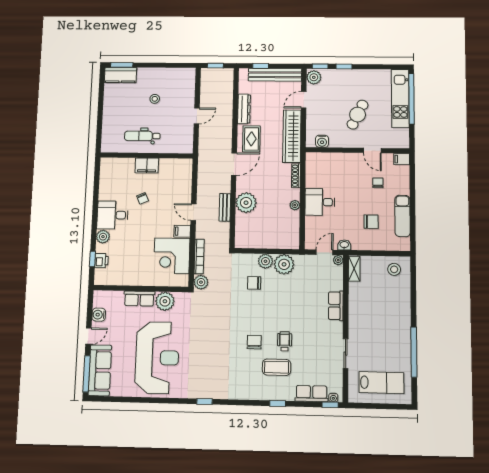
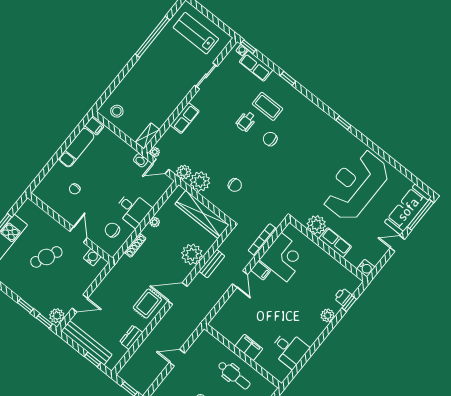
dresser: (244, 109) -> (131, 337), width x0.70
wardrobe: (292, 136) -> (202, 214), moved, turned 90
door: (372, 151) -> (79, 235), moved
filing cabinet: (402, 159) -> (94, 126), moved
chair: (143, 198) -> (272, 322), removed
desk: (113, 215) -> (289, 349), moved
chair: (371, 222) -> (112, 230), moved
plant: (265, 261) -> (184, 172), moved
plant: (201, 282) -> (276, 218), removed
water cooler: (99, 315) -> (366, 268), moved
chair: (254, 342) -> (270, 139), turned 90

